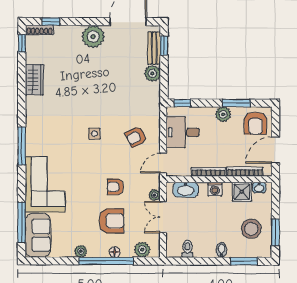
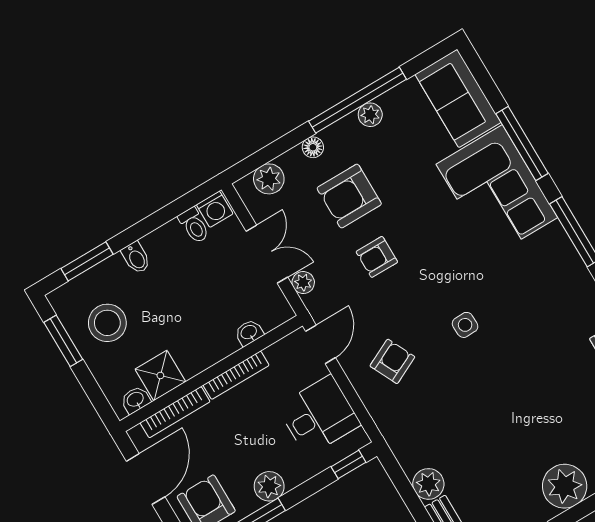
armchair: (115, 187) -> (377, 257), turned 180
washing machine: (215, 189) -> (215, 209), moved, turned 180
washbasin: (186, 190) -> (249, 333), width x0.52, depth x0.69
window: (22, 222) -> (522, 143), moved
window: (106, 261) -> (357, 100), moved

